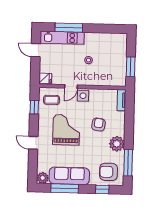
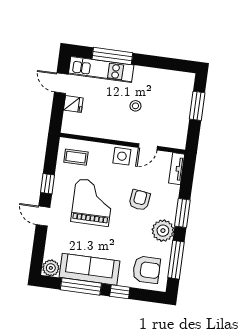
window: (131, 67) -> (197, 106), moved
fridge: (45, 78) -> (73, 104), moved
door: (71, 87) -> (148, 147), moved
window: (34, 107) -> (47, 184), moved
window: (129, 130) -> (182, 213), added
armchair: (108, 172) -> (146, 270), turned 180
window: (102, 189) -> (120, 292), moved

